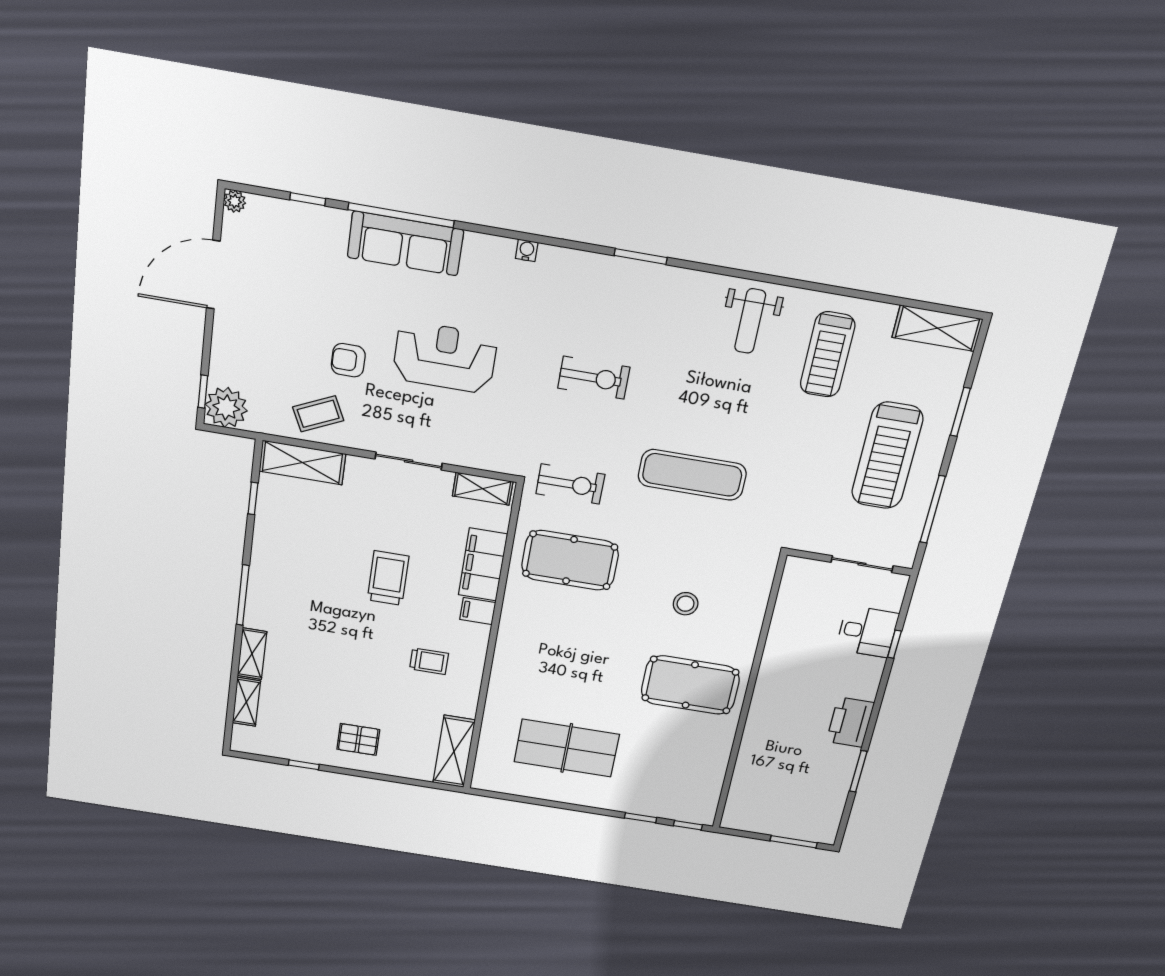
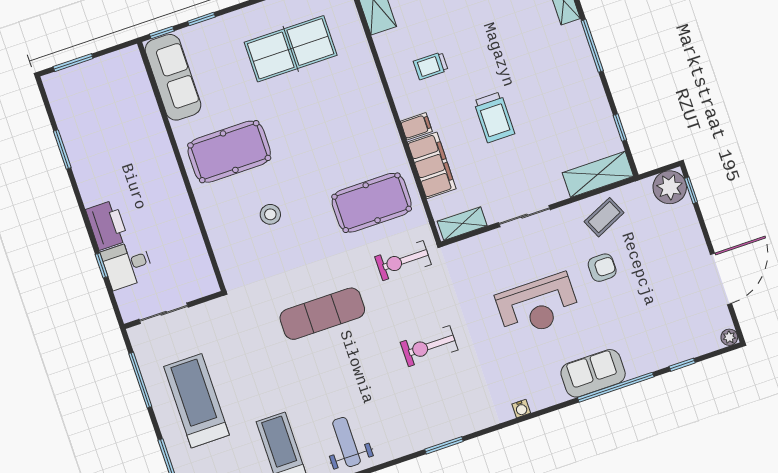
sofa: (405, 243) -> (593, 373), width x0.73
printer: (850, 722) -> (107, 225), moved
sofa: (703, 781) -> (173, 77), added

